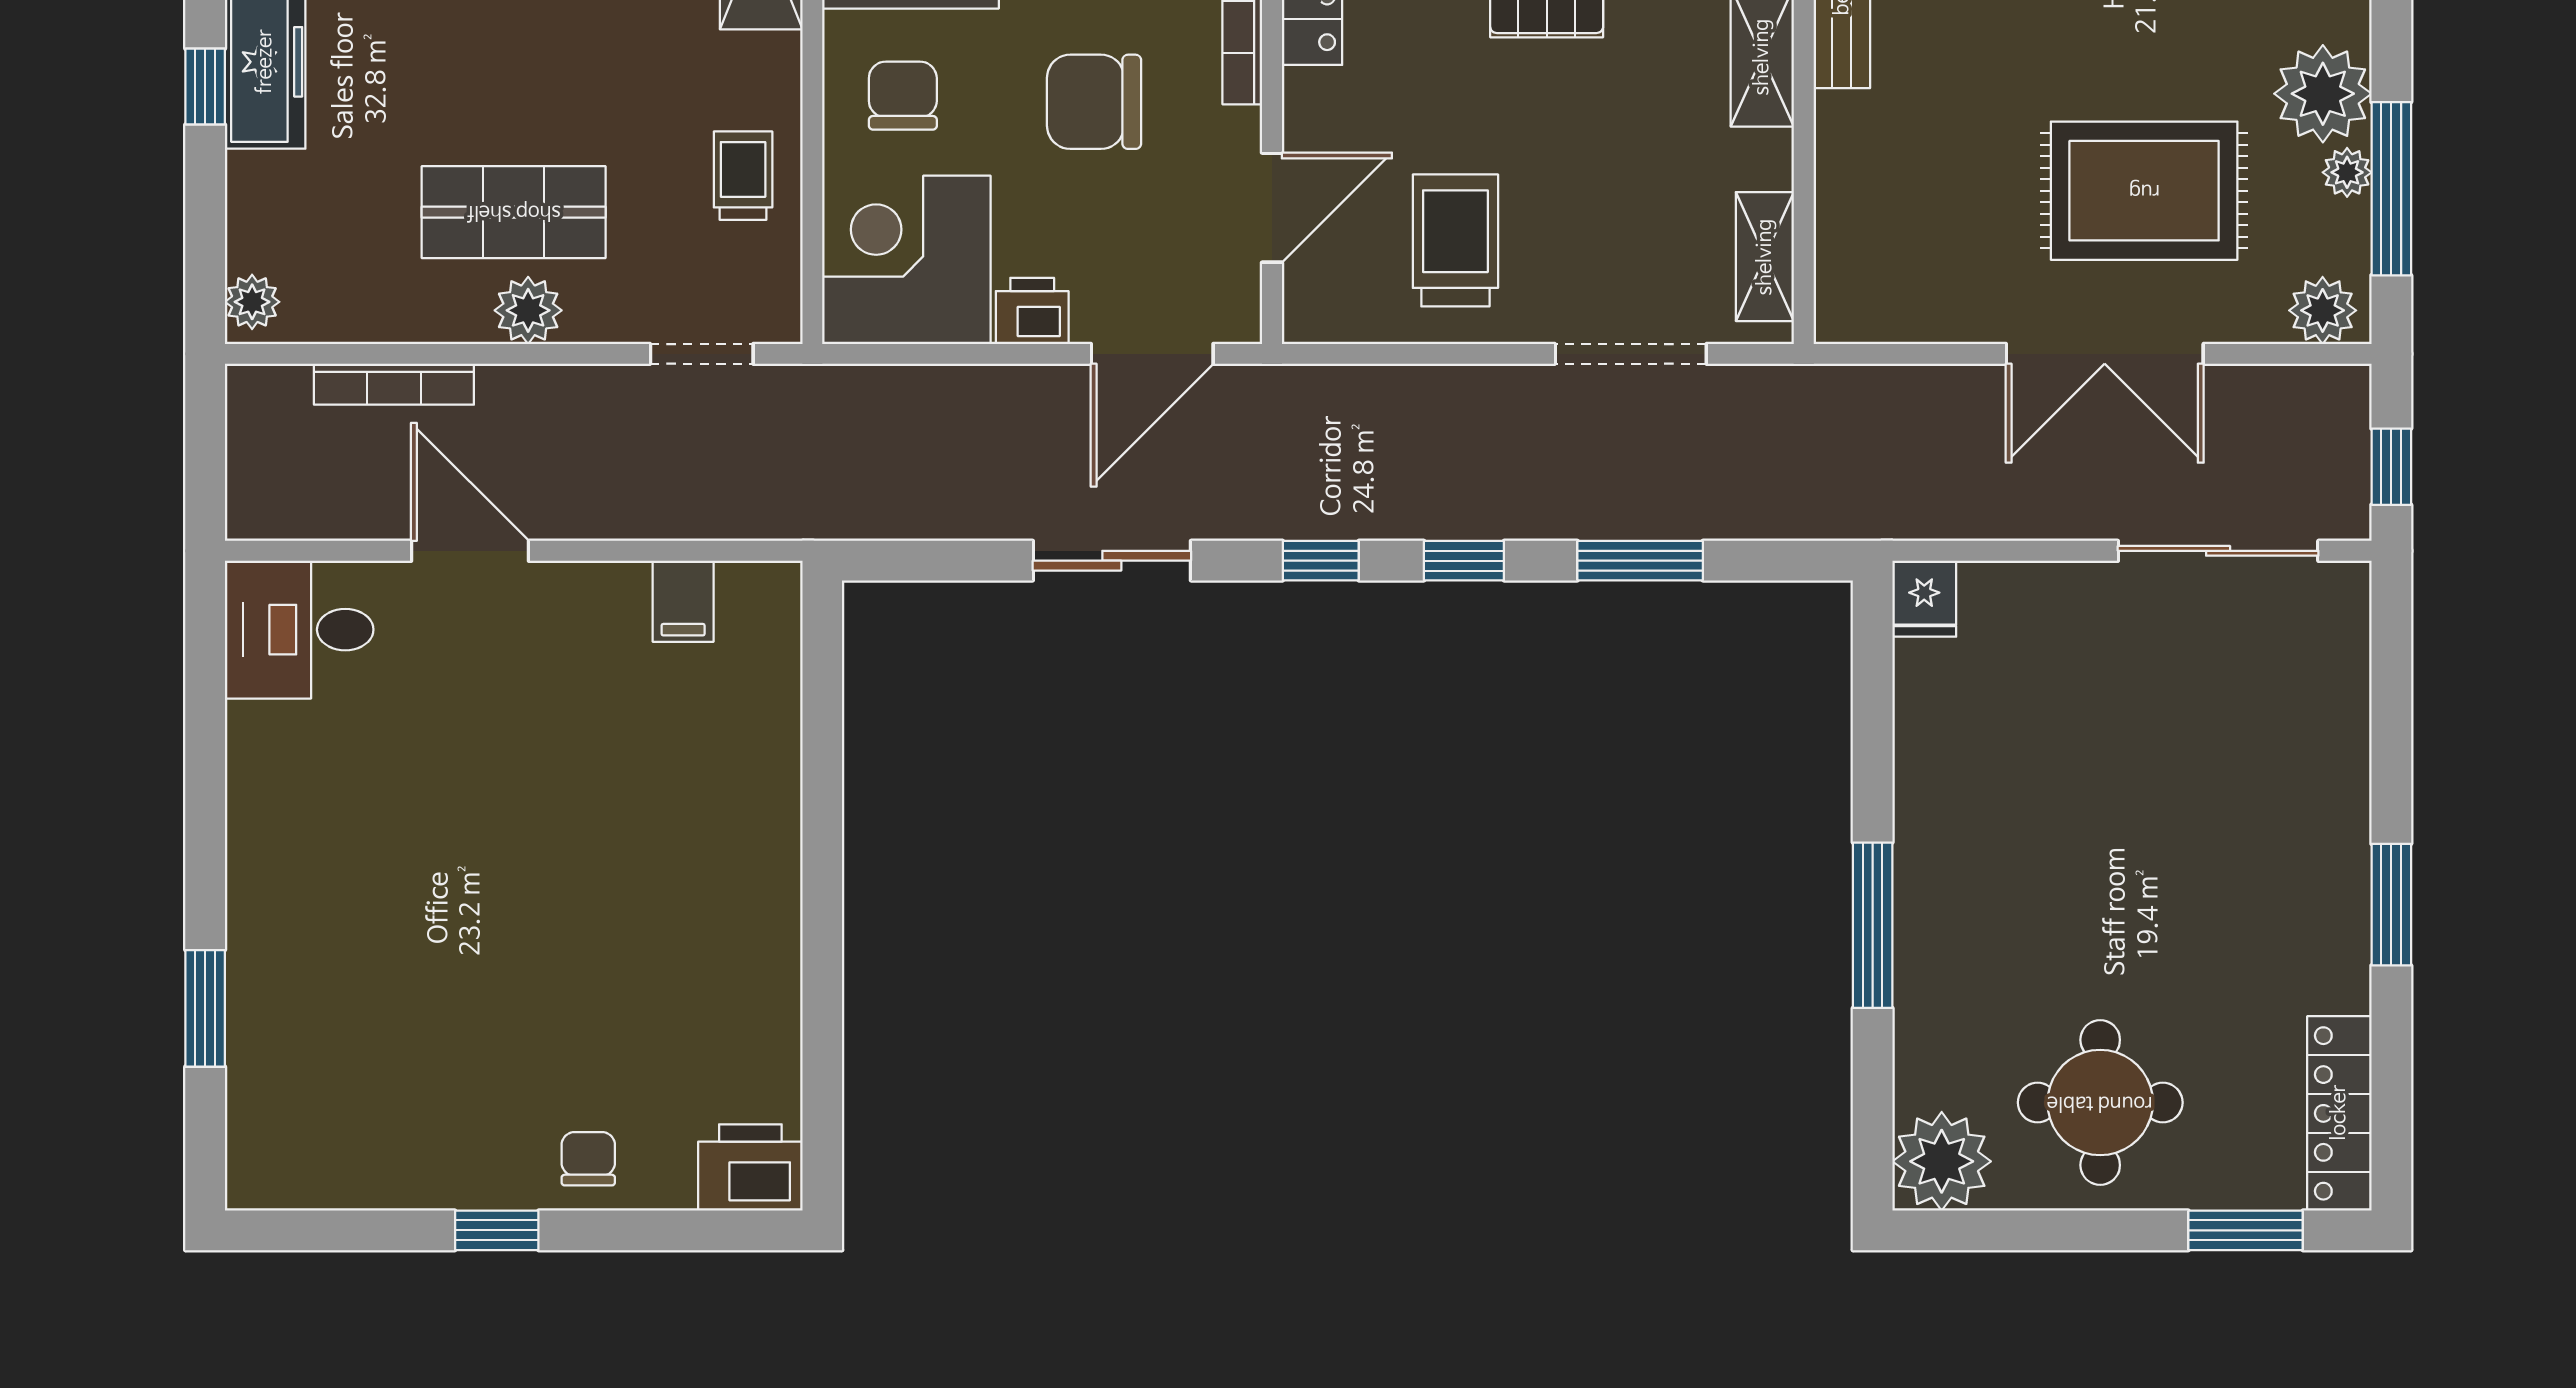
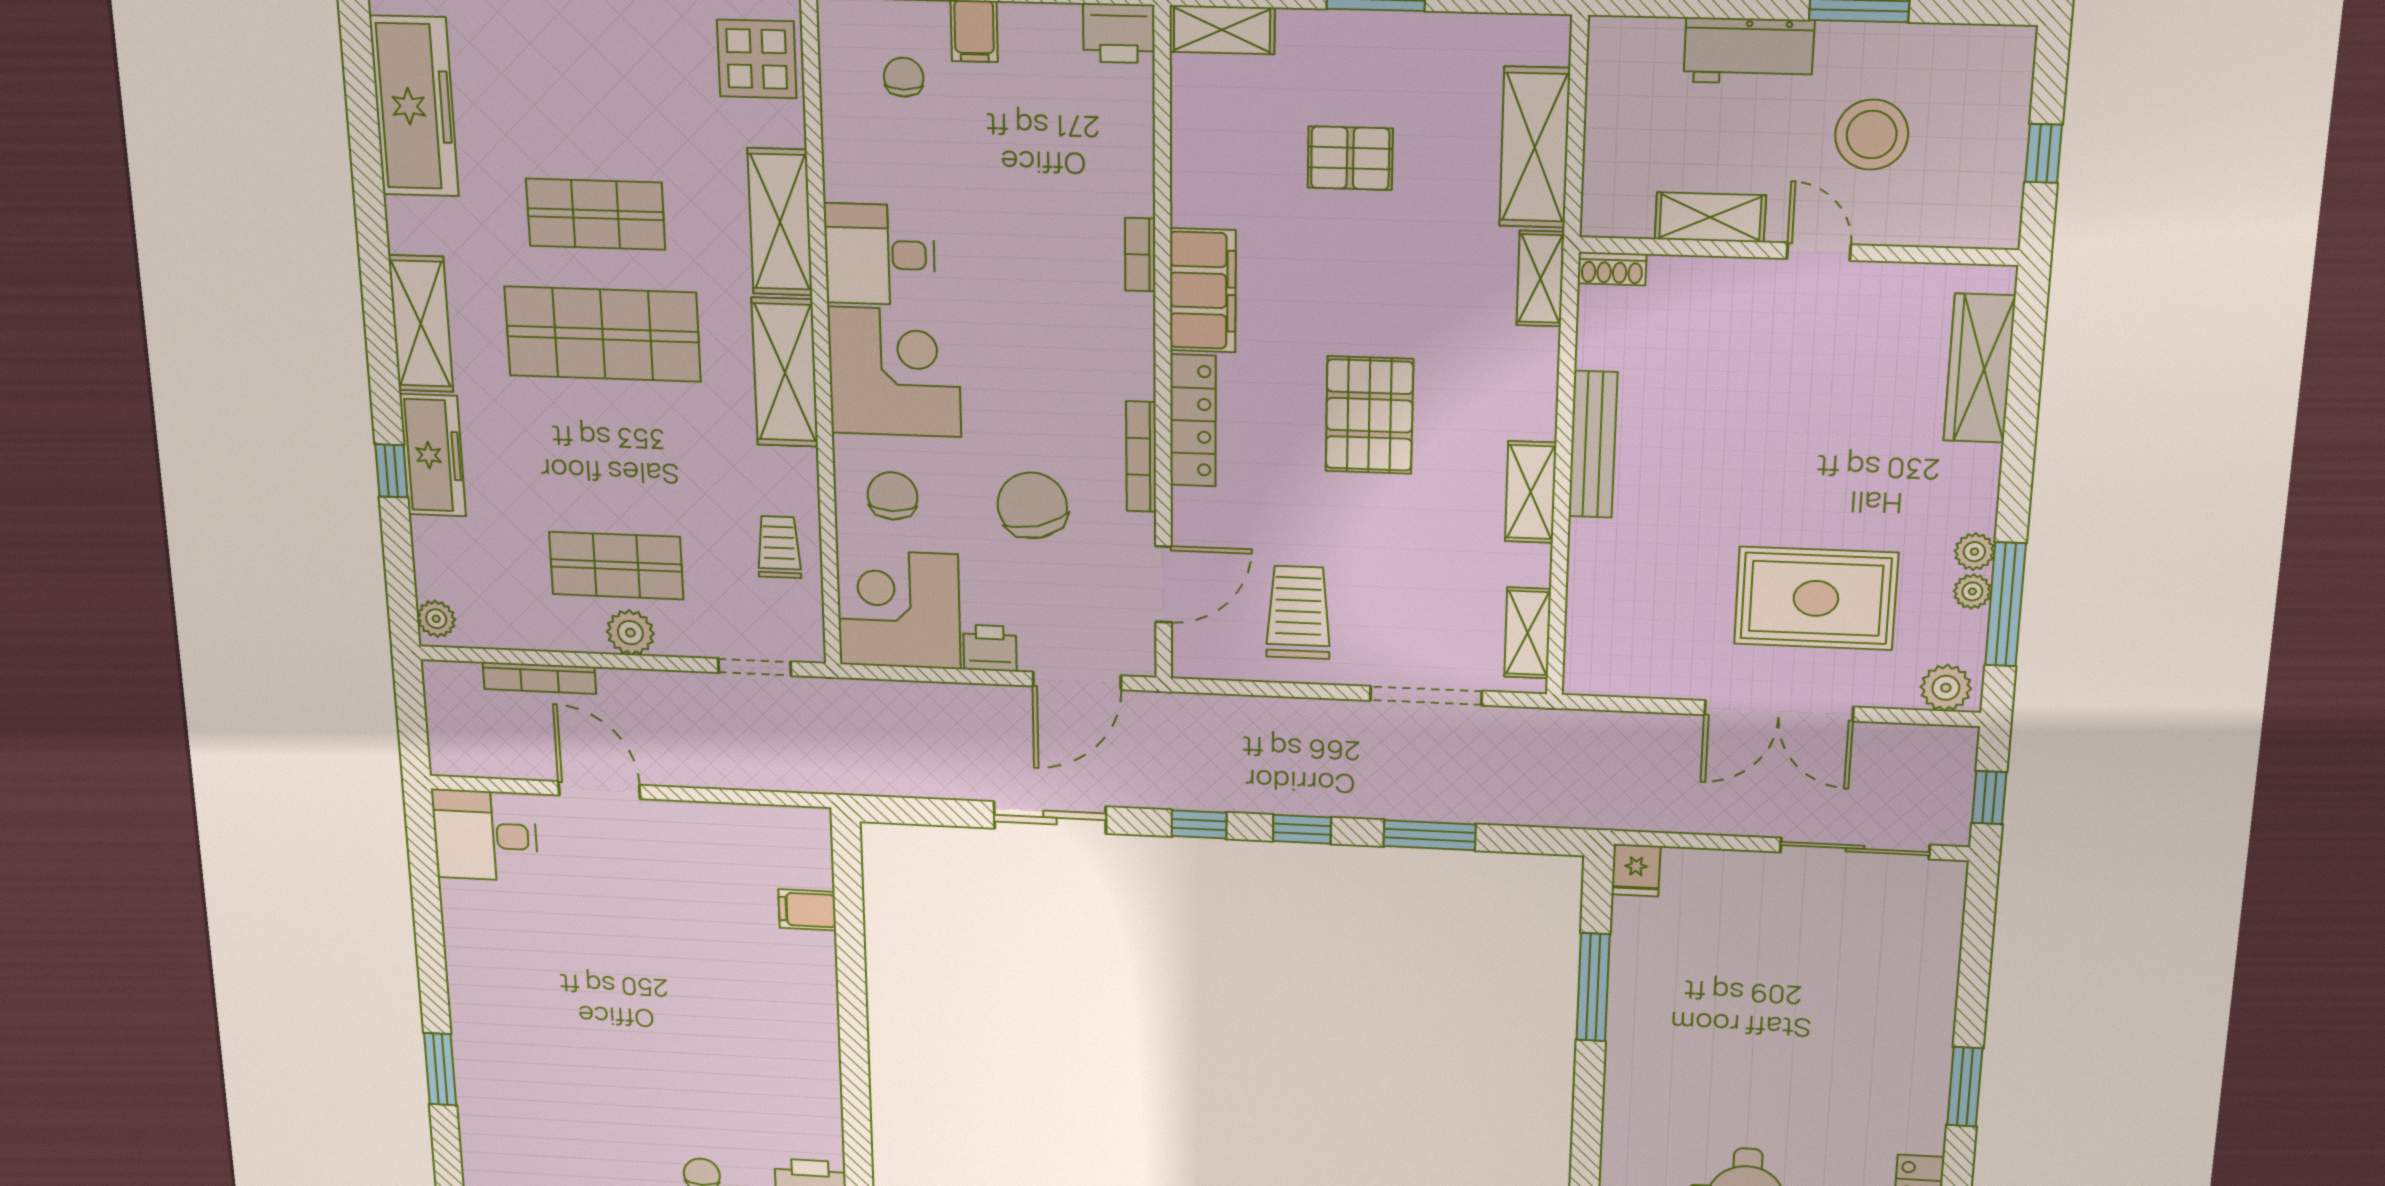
plant: (2323, 94) -> (1974, 552), width x0.53, depth x0.53
chair: (1094, 102) -> (1032, 505), turned 76
filing cabinet: (683, 601) -> (807, 910), moved, turned 90
window: (1873, 925) -> (1593, 987), moved

